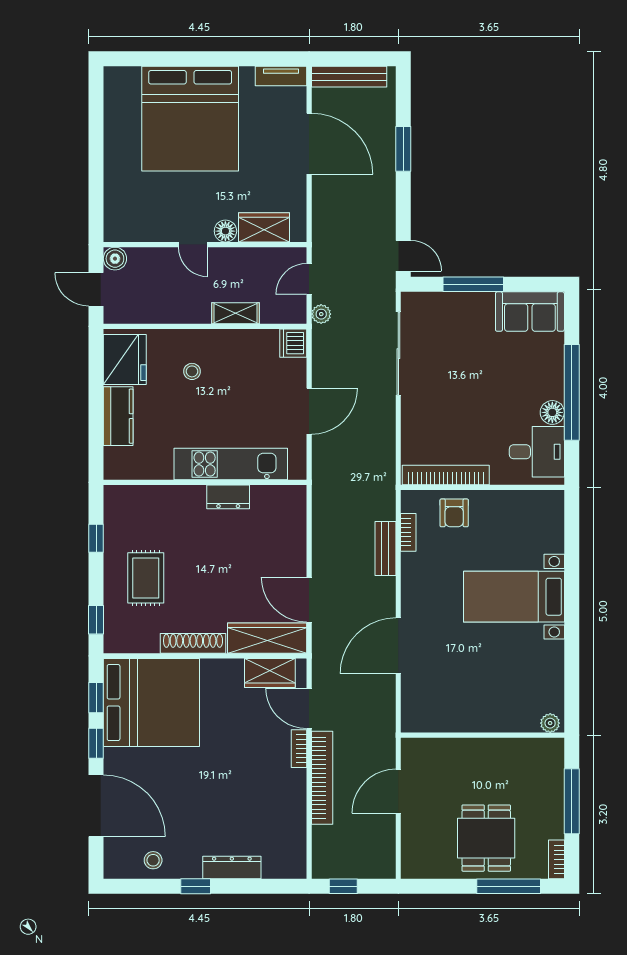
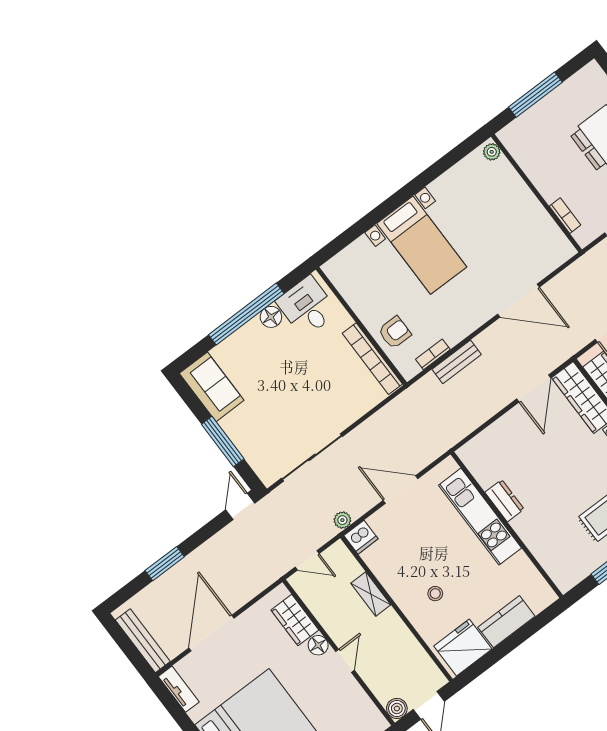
plant: (321, 314) -> (342, 520), moved
bookcase: (556, 859) -> (565, 216), moved, turned -90

